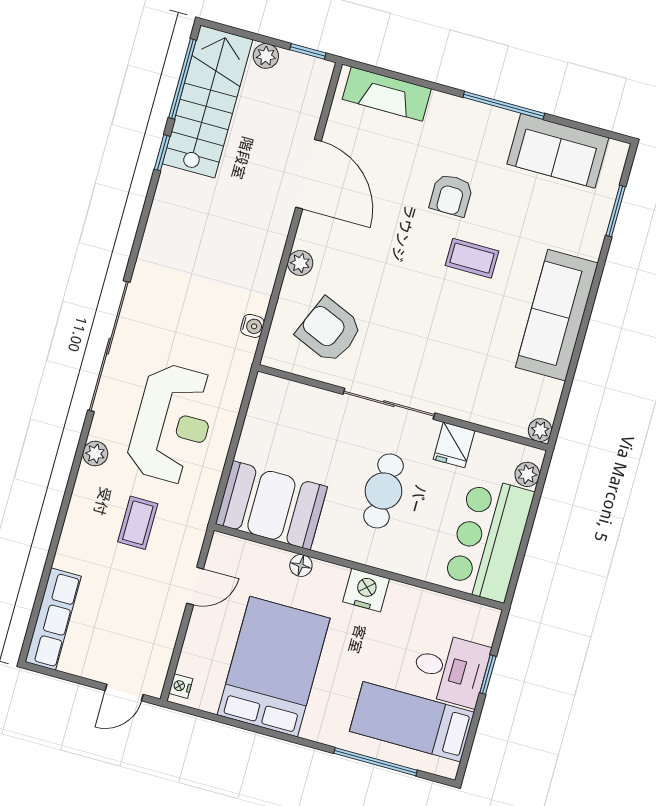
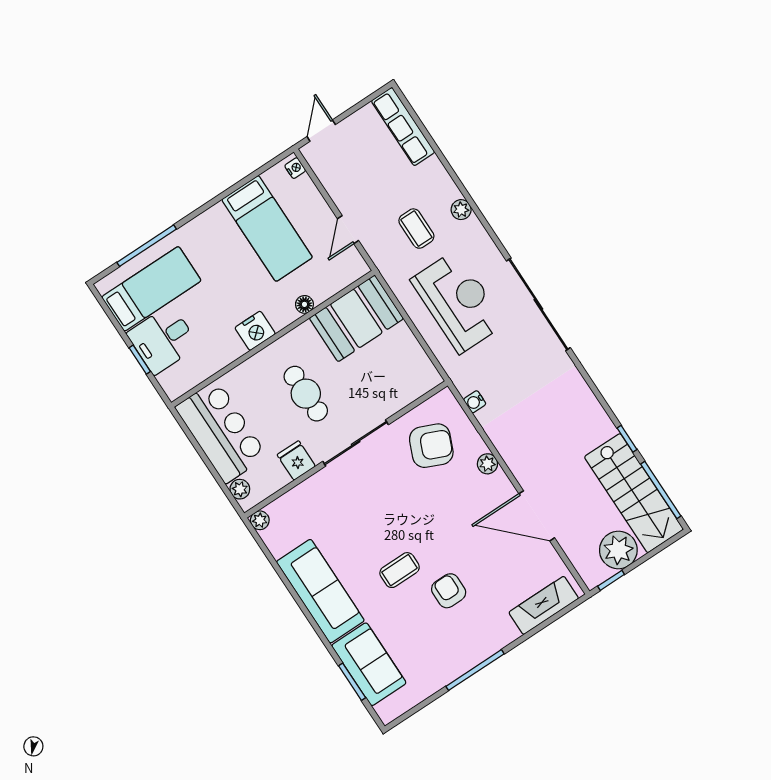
plant: (266, 56) -> (618, 550), width x1.88, depth x1.88
sofa: (558, 151) -> (369, 664), moved, turned 90
reception desk: (172, 424) -> (458, 302), turned 180
plant: (95, 454) -> (461, 210), moved
bed: (274, 667) -> (267, 228), width x0.67

